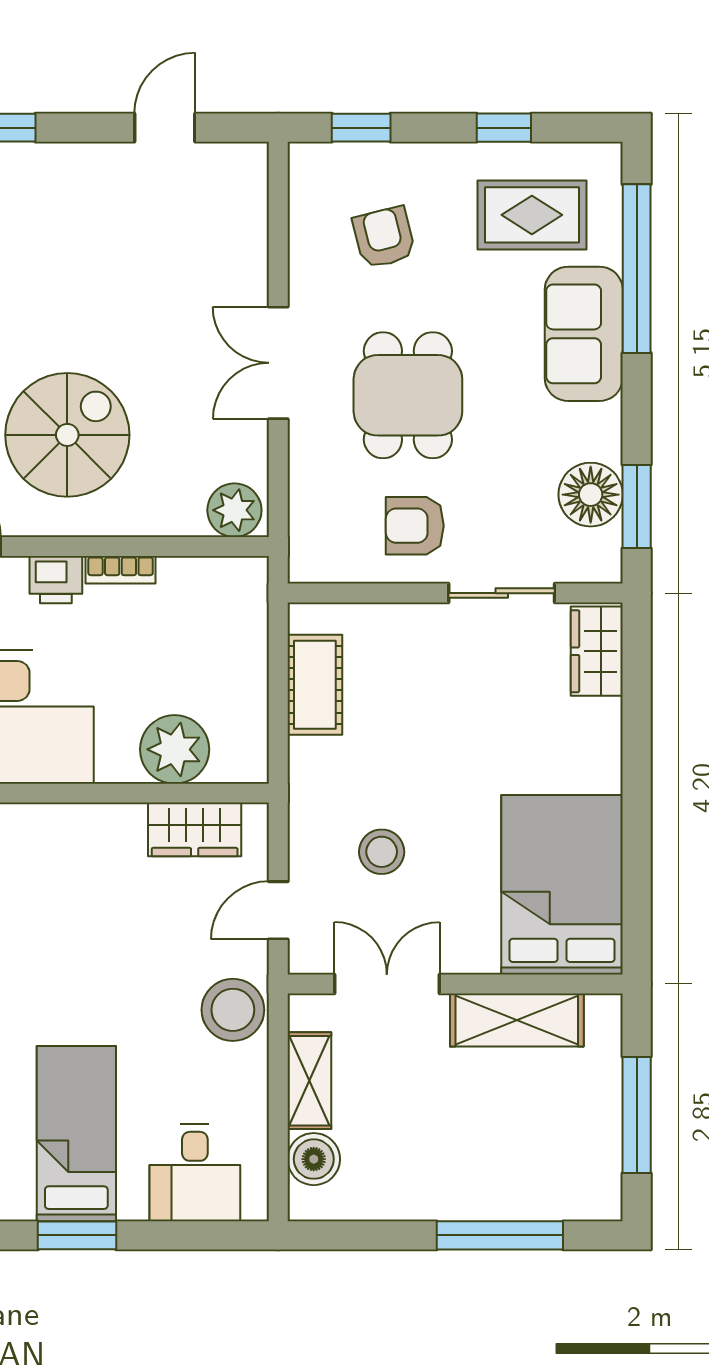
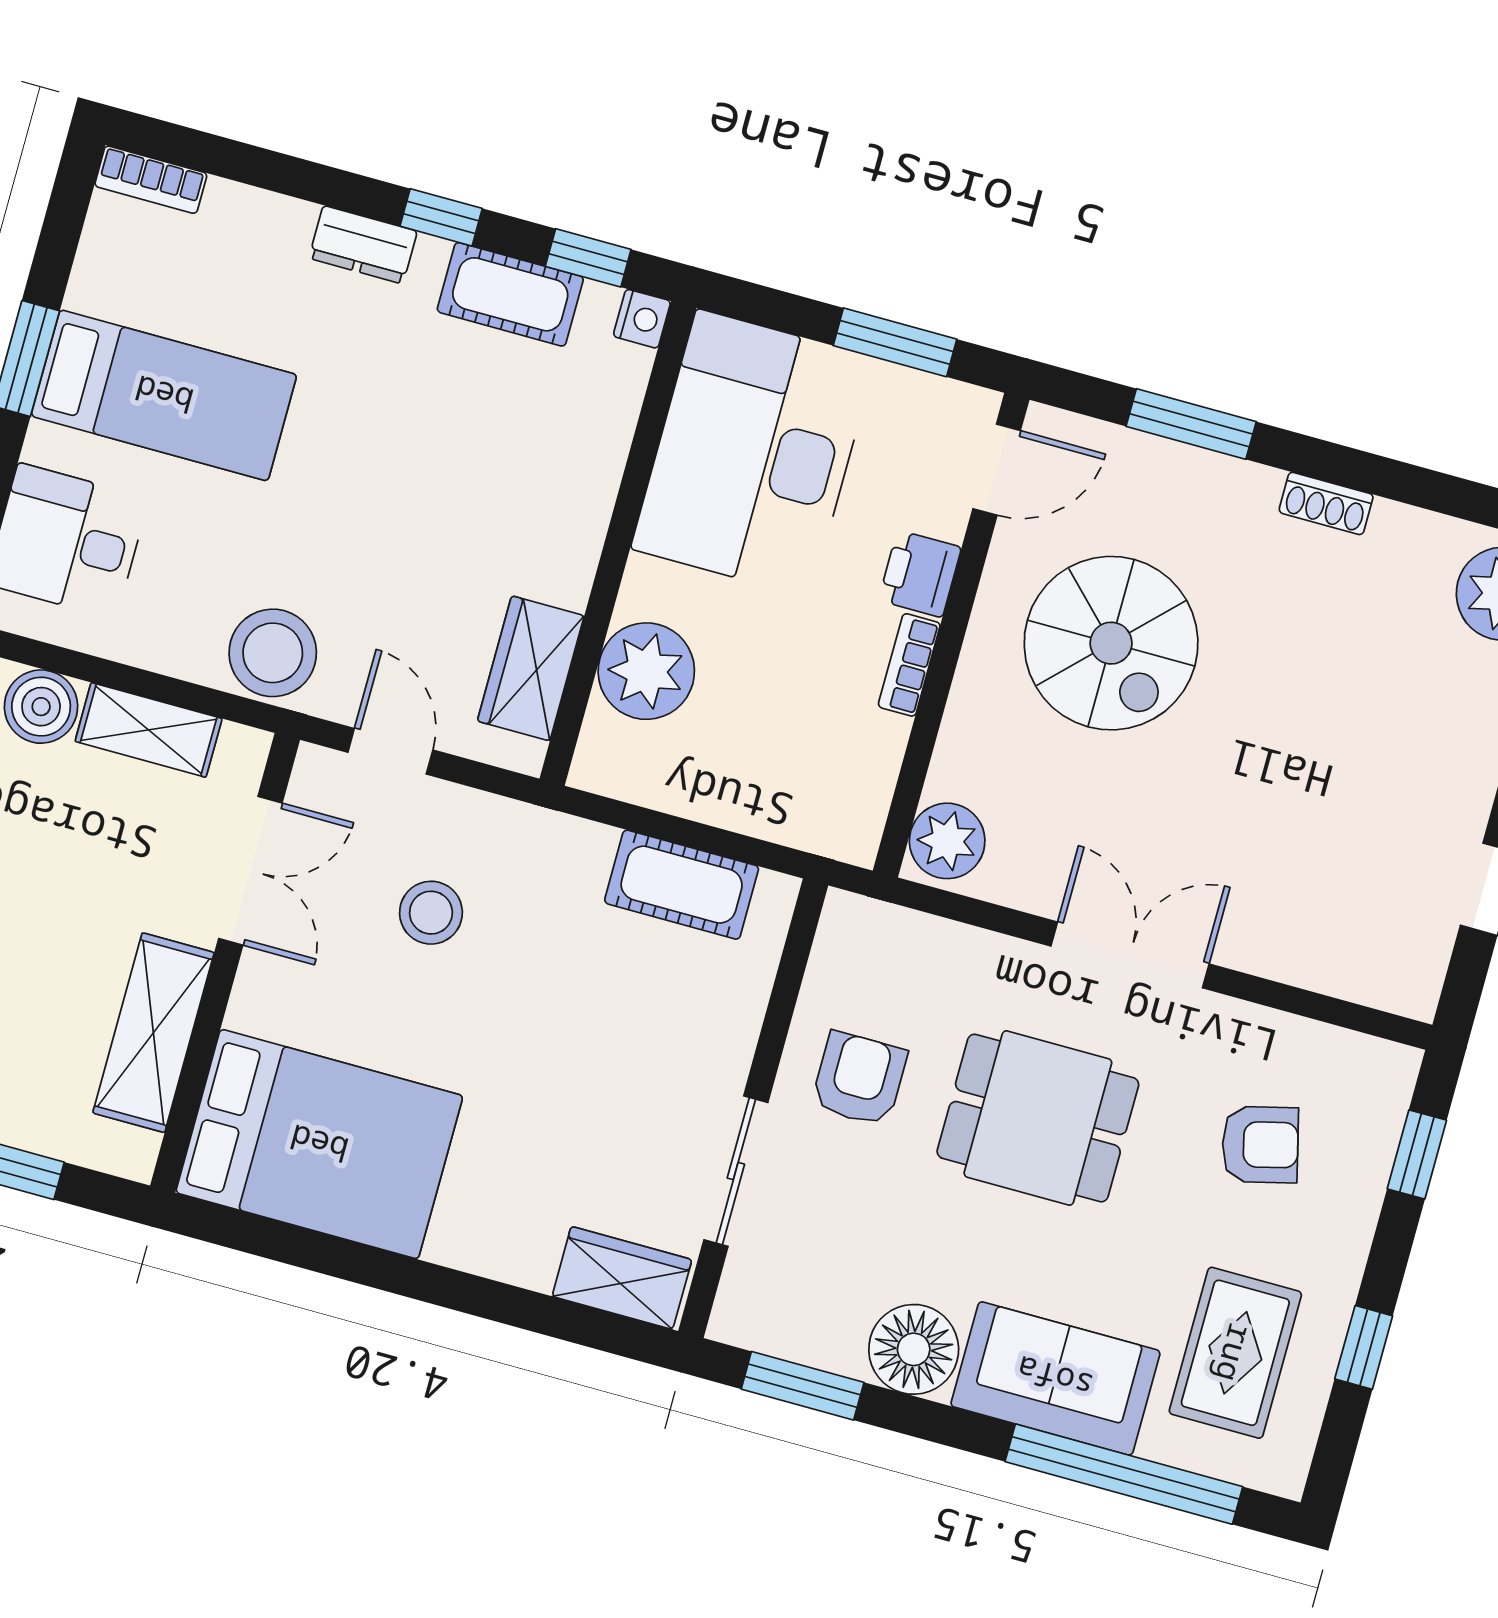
floor lamp: (591, 495) -> (914, 1349), moved

